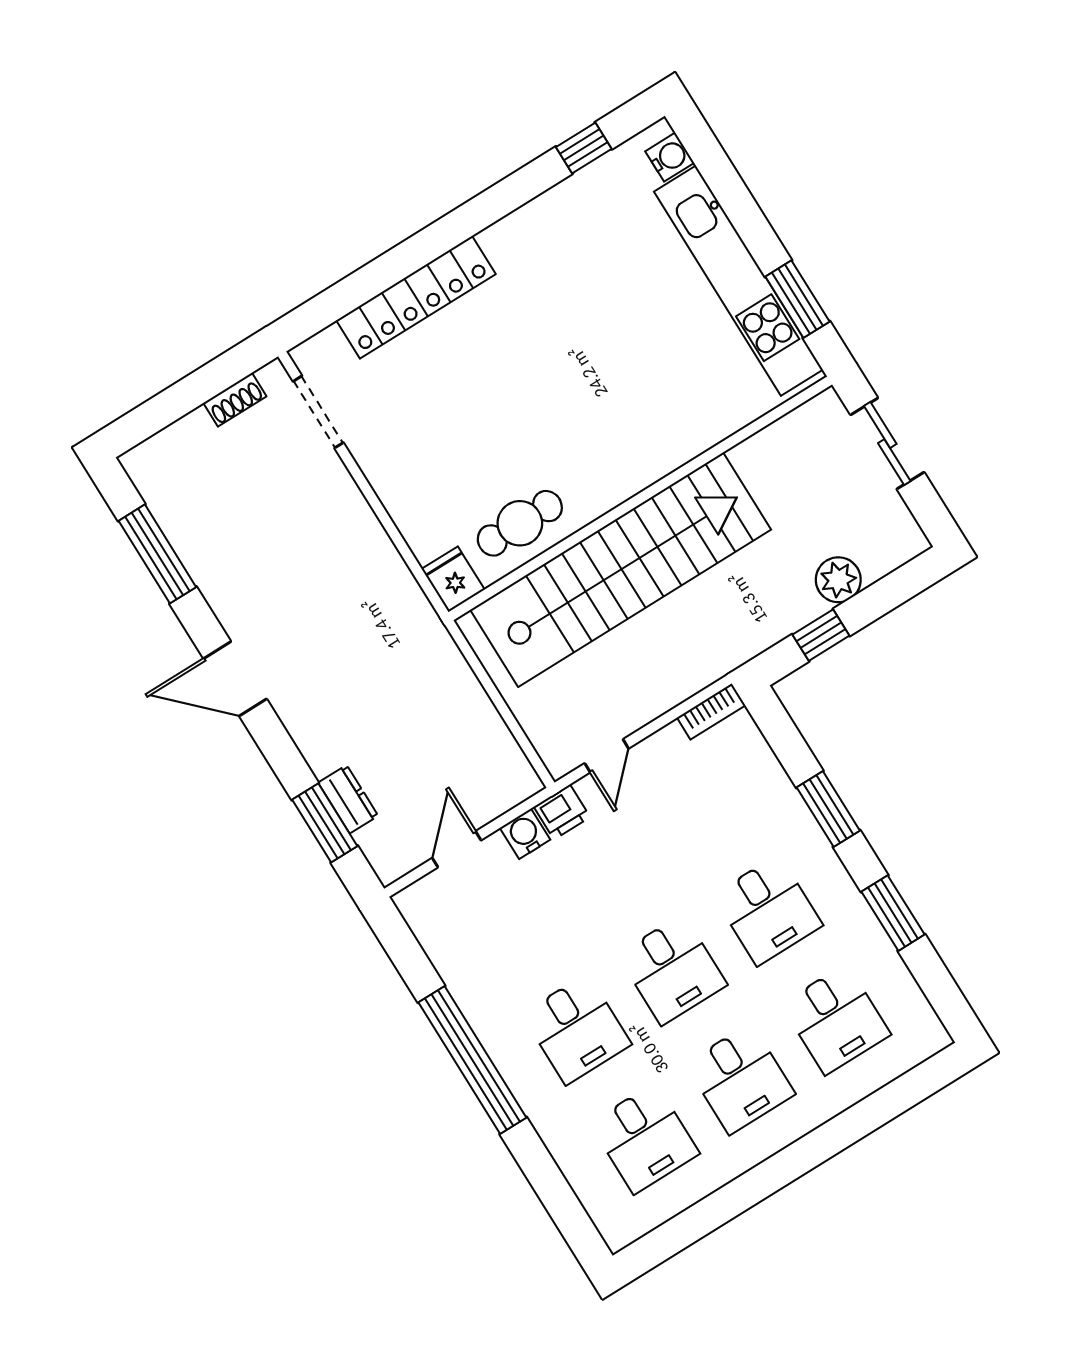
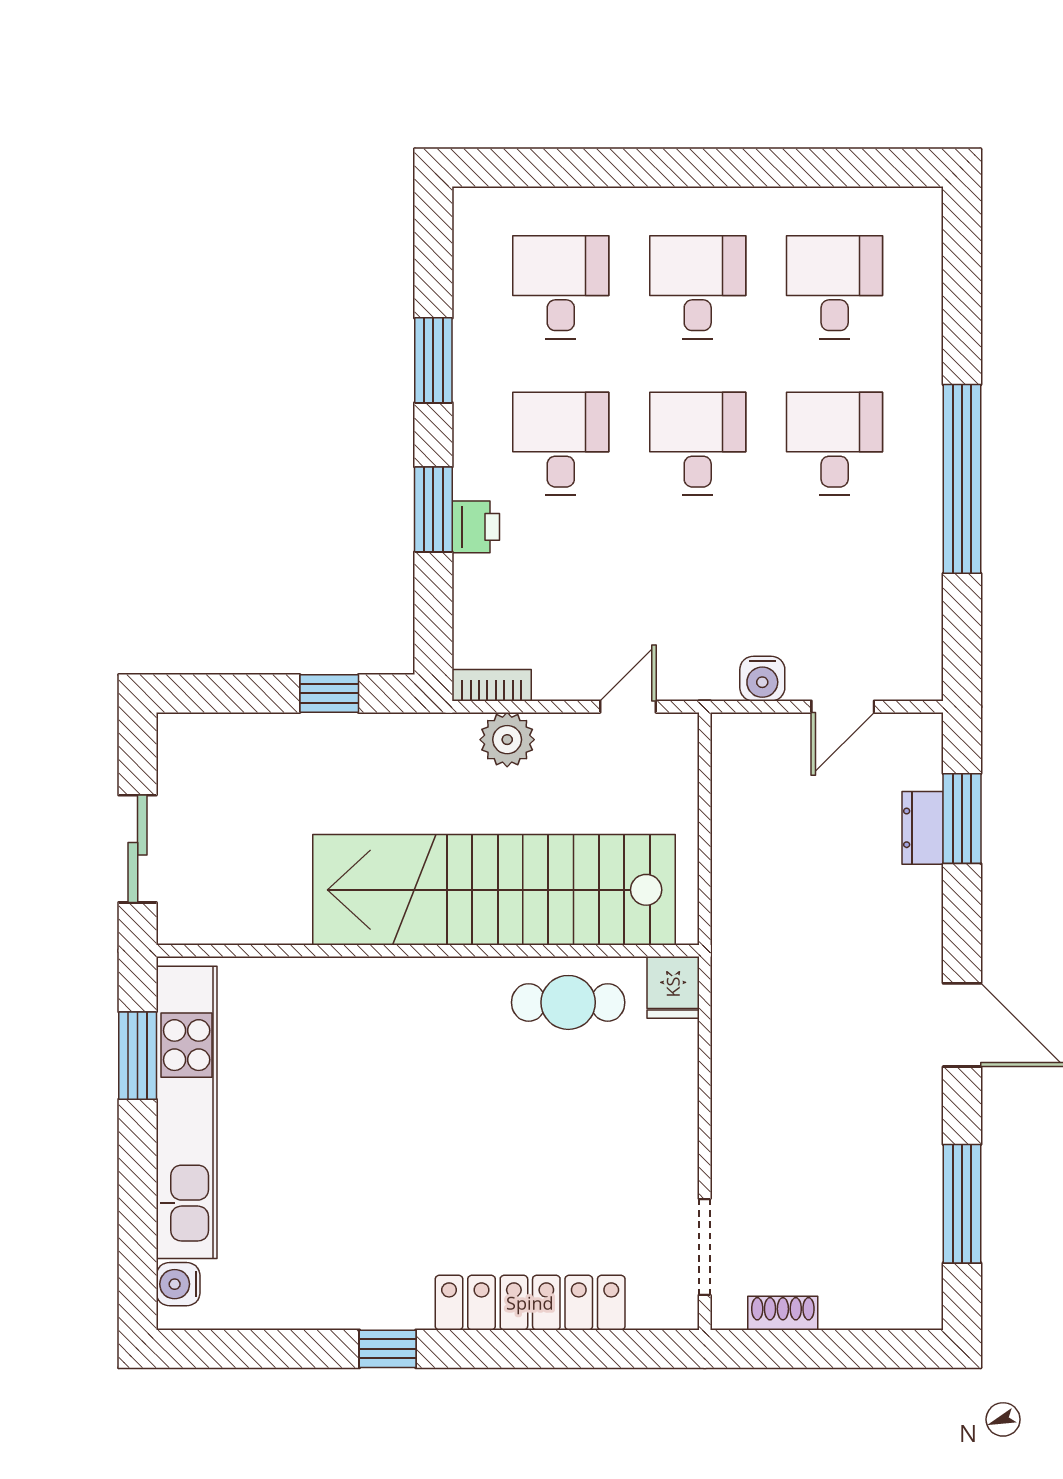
window: (584, 148) -> (388, 1349), moved
plant: (838, 580) -> (507, 740), moved
printer: (562, 812) -> (476, 527), moved, turned 90

